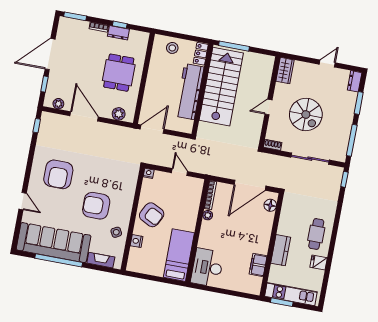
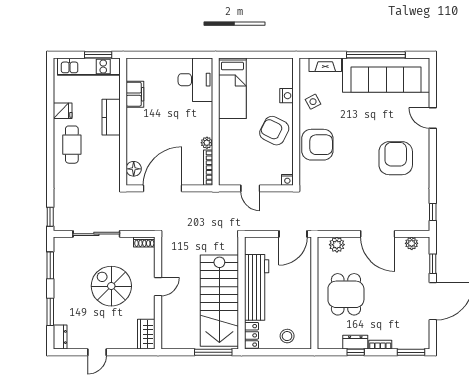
window: (352, 140) -> (50, 265), width x0.69
armchair: (96, 206) -> (317, 145), moved

